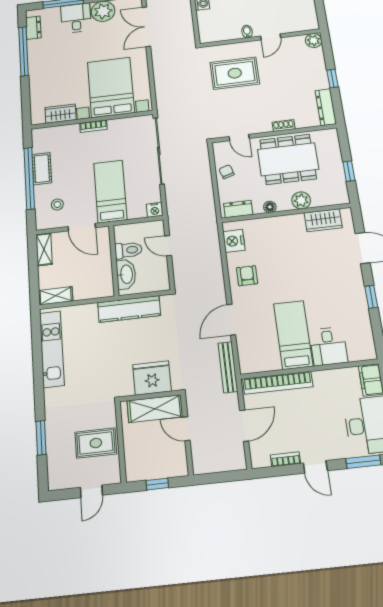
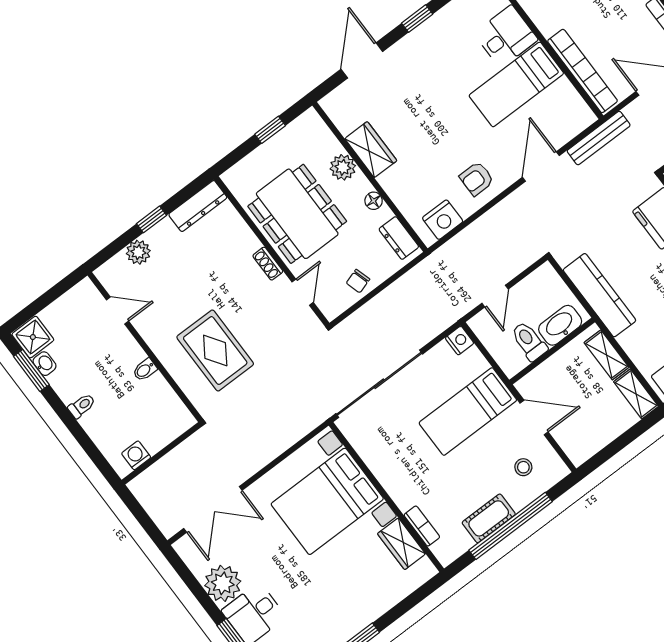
door: (271, 37) -> (117, 310), moved
plant: (314, 40) -> (138, 252), moved
bookcase: (93, 126) -> (422, 526), moved
shoe rack: (284, 126) -> (268, 264), moved
wardrobe: (323, 220) -> (371, 150), moved
door: (82, 227) -> (534, 417), hinge flipped
shelving: (44, 249) -> (607, 355), moved, turned 90
door: (231, 320) -> (541, 166), swing flipped

